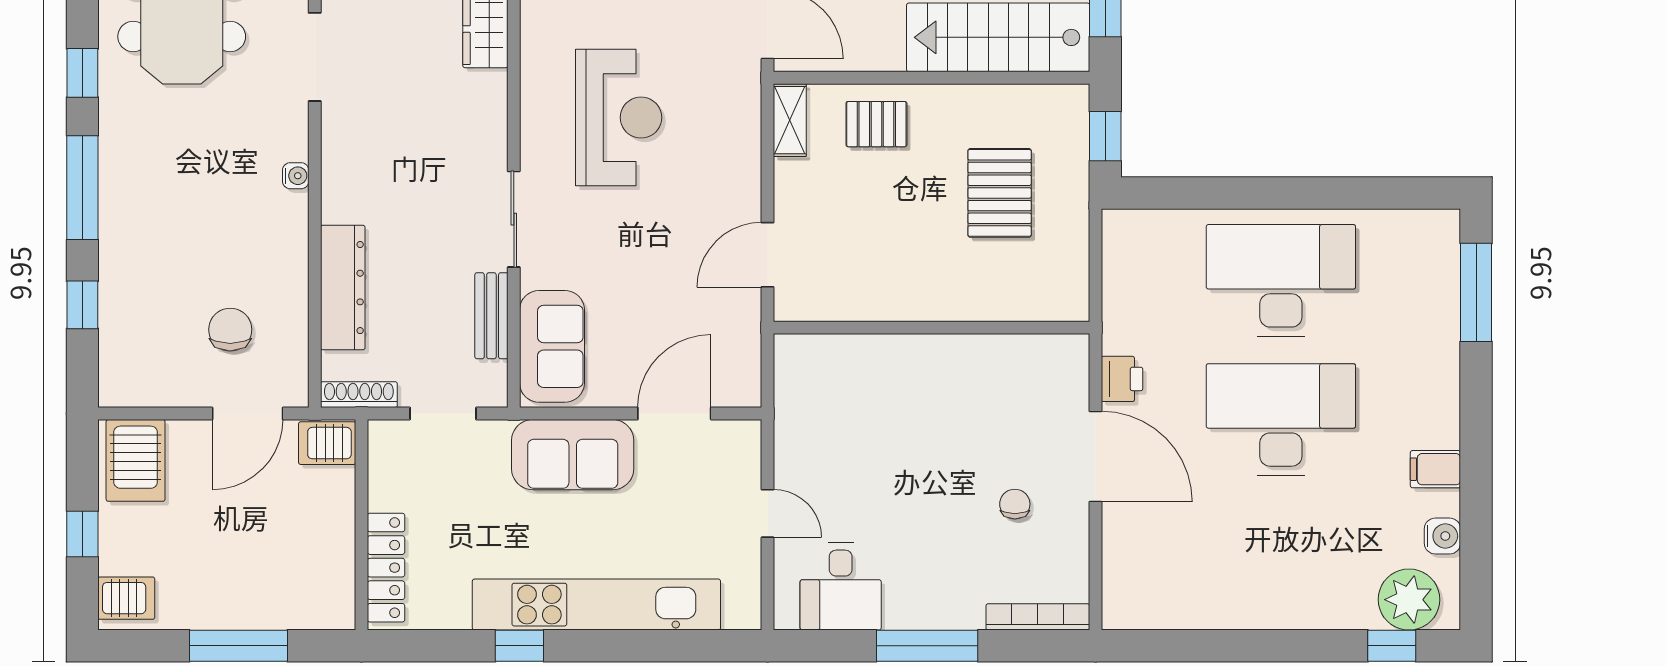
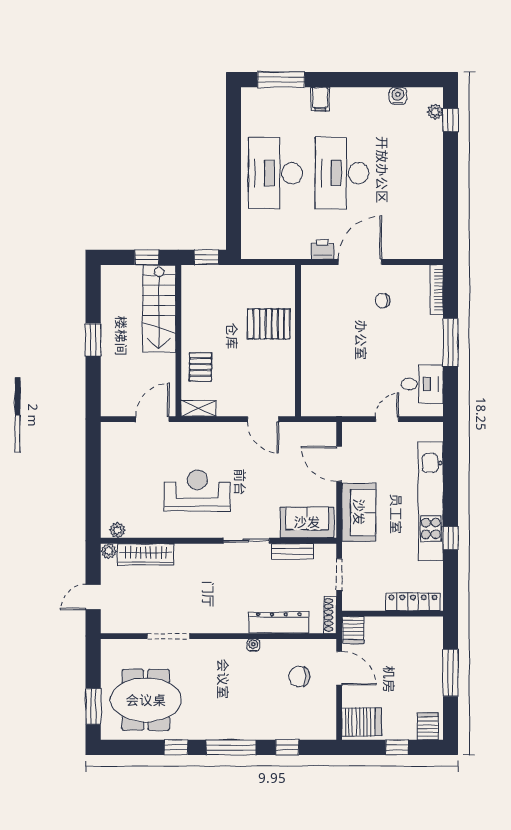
water cooler: (296, 176) -> (253, 645), moved
pallet: (1000, 193) -> (269, 324), moved
filing cabinet: (1435, 469) -> (320, 99), moved
plant: (1409, 600) -> (435, 112), width x0.53, depth x0.53

